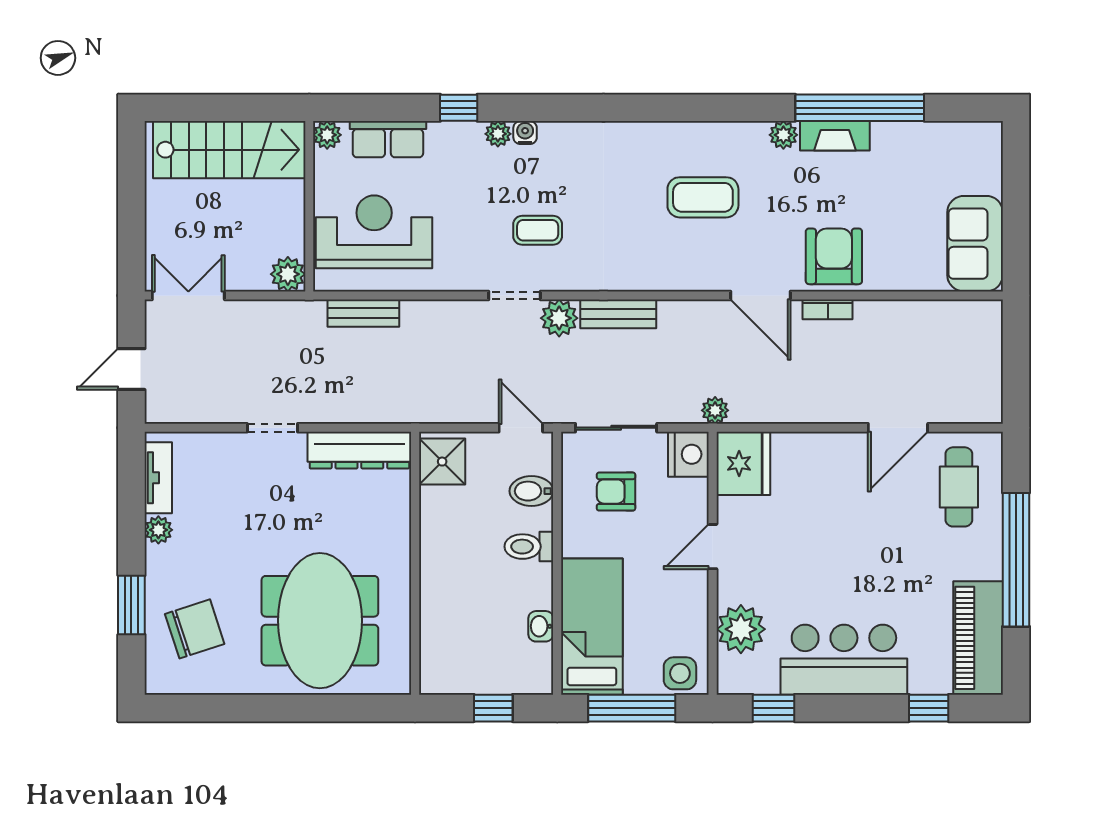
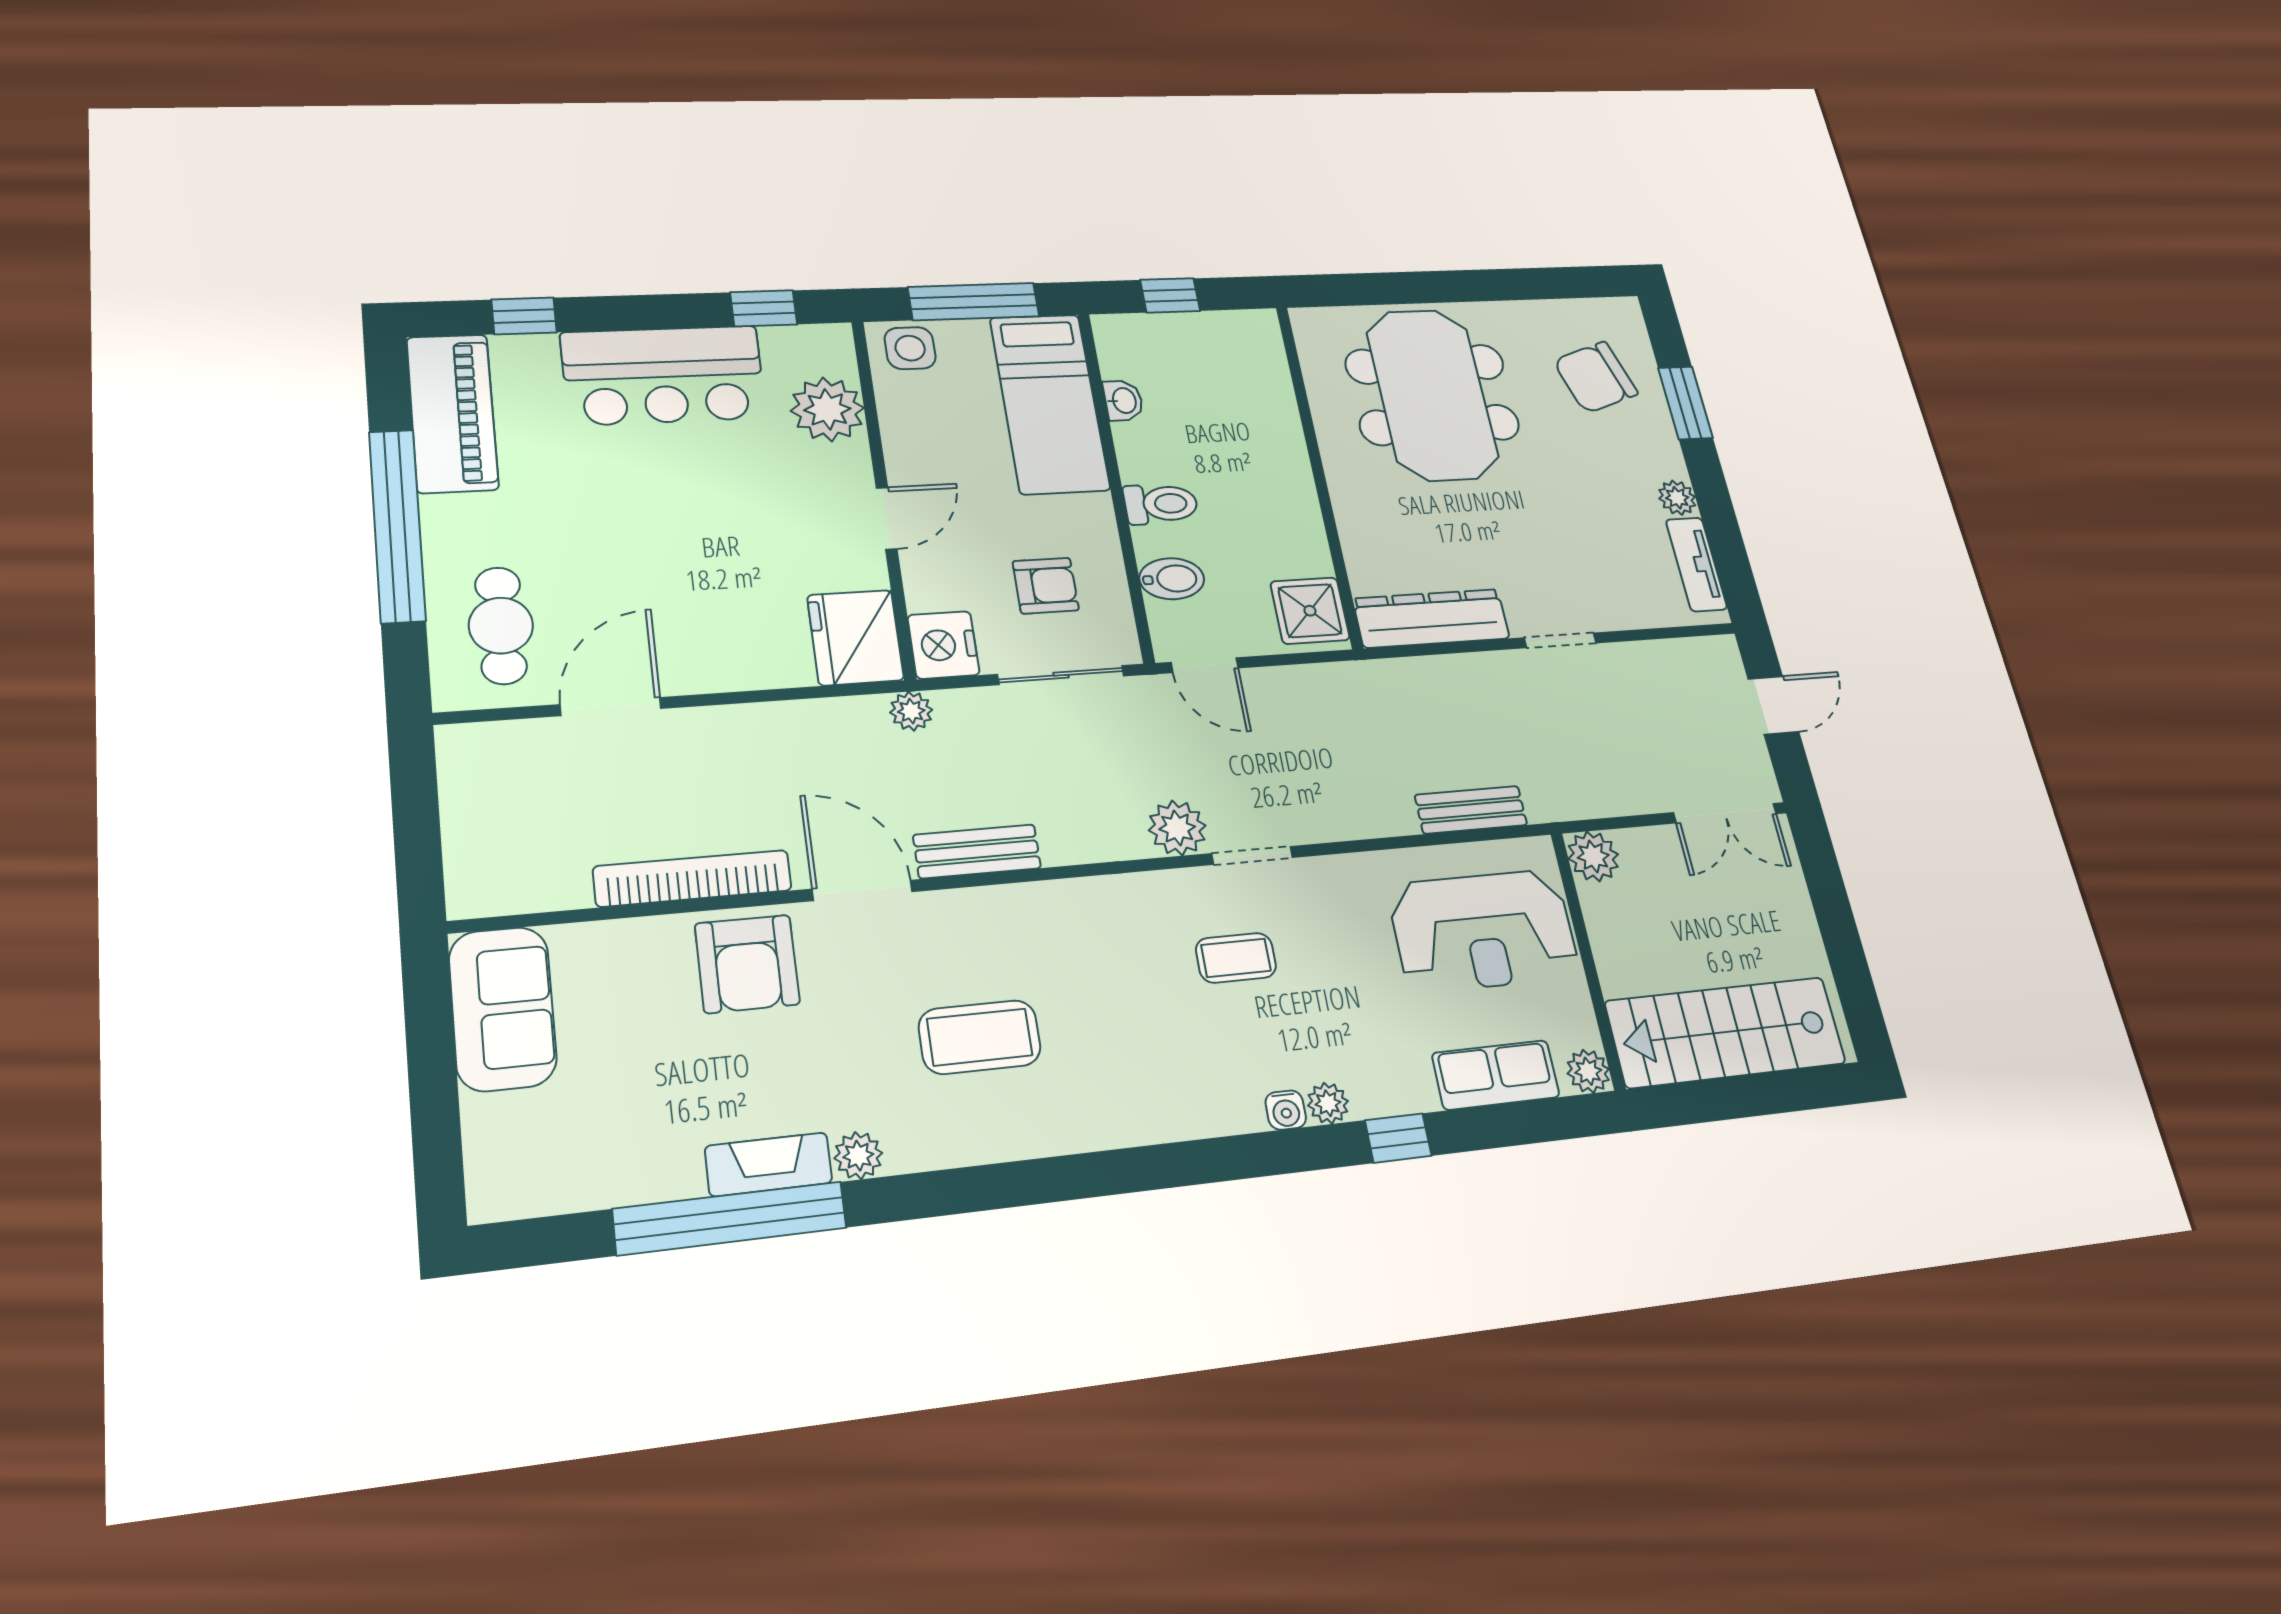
bookcase: (828, 309) -> (693, 878), width x2.31, depth x1.31
bench: (618, 314) -> (977, 851), moved

